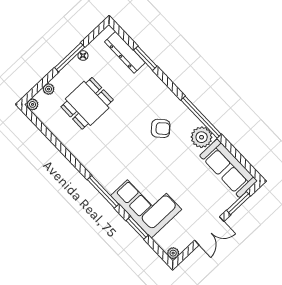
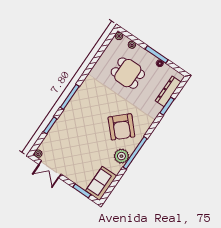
armchair: (161, 128) -> (121, 127), width x1.88, depth x1.88
sofa: (228, 168) -> (101, 183), width x0.73
corner sofa: (146, 202) -> (69, 128), removed
double door: (209, 231) -> (50, 169), moved

